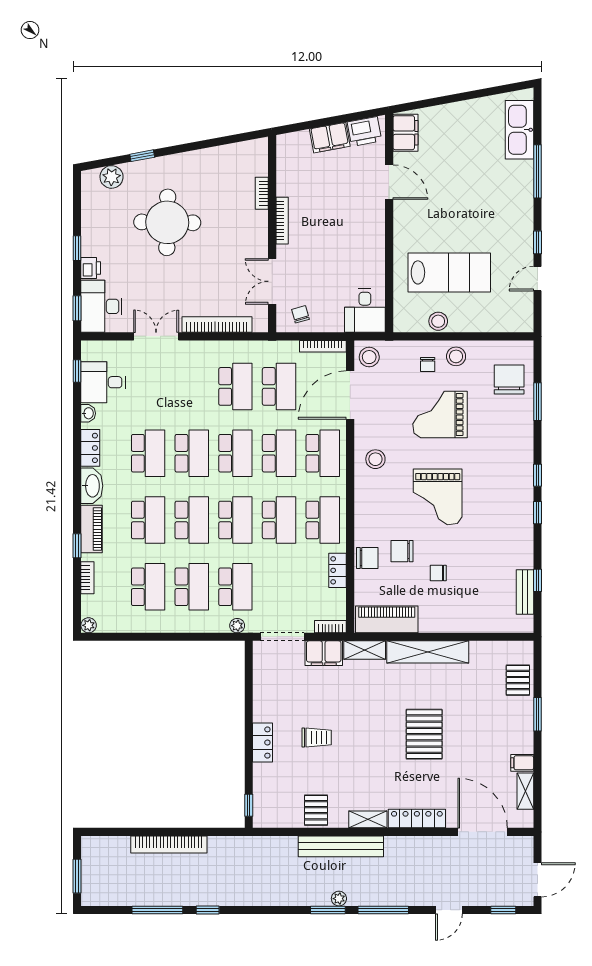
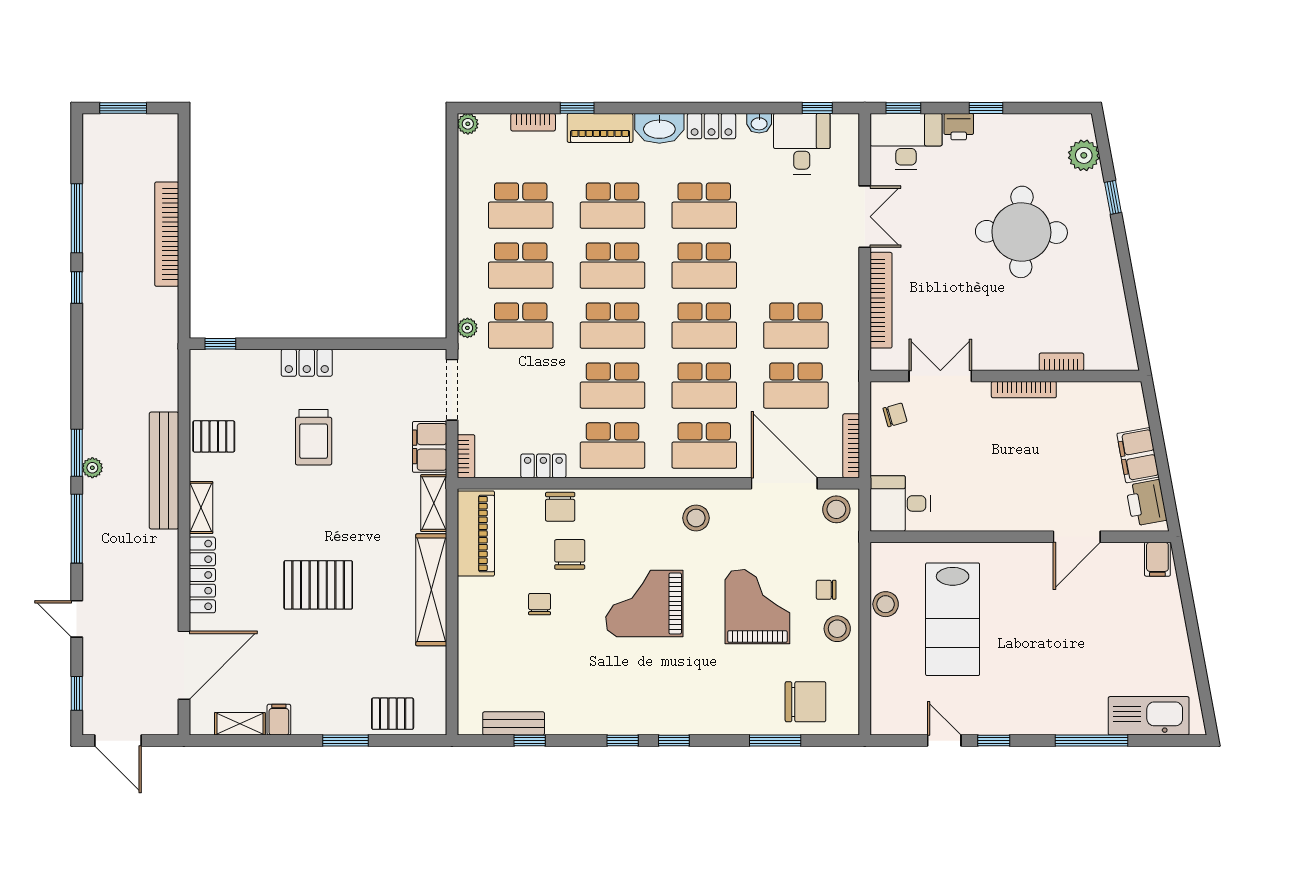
filing cabinet: (405, 133) -> (1157, 559), width x0.50
trolley: (317, 738) -> (314, 437), width x1.36, depth x1.39

